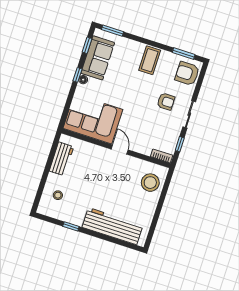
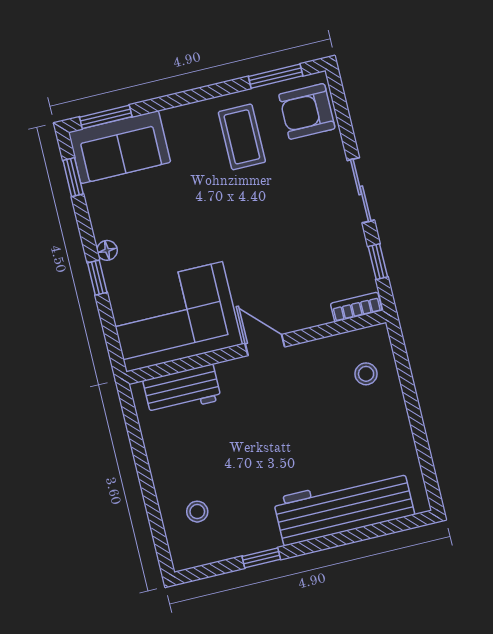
sofa: (98, 58) -> (120, 147), moved, turned 90
coffee table: (150, 60) -> (242, 137), moved
window: (78, 75) -> (97, 278), moved
armchair: (166, 102) -> (299, 193), removed
workbench: (61, 159) -> (182, 390), moved, turned 90
stool: (150, 183) -> (366, 374), width x0.53, depth x0.53

